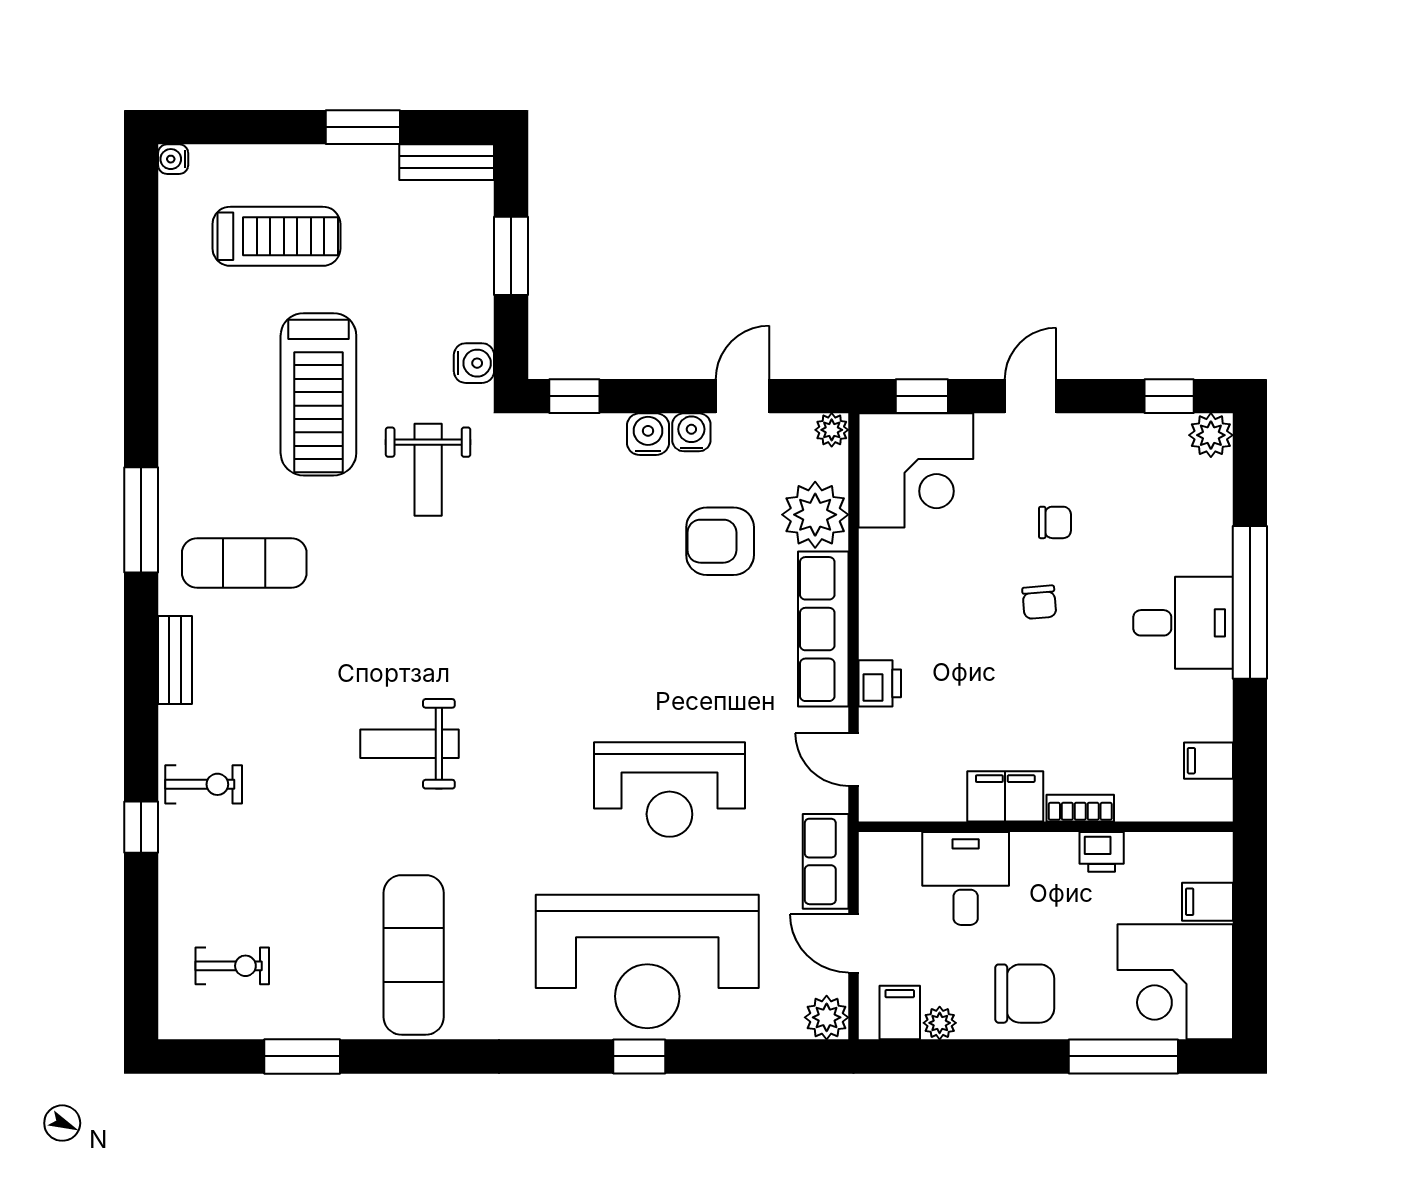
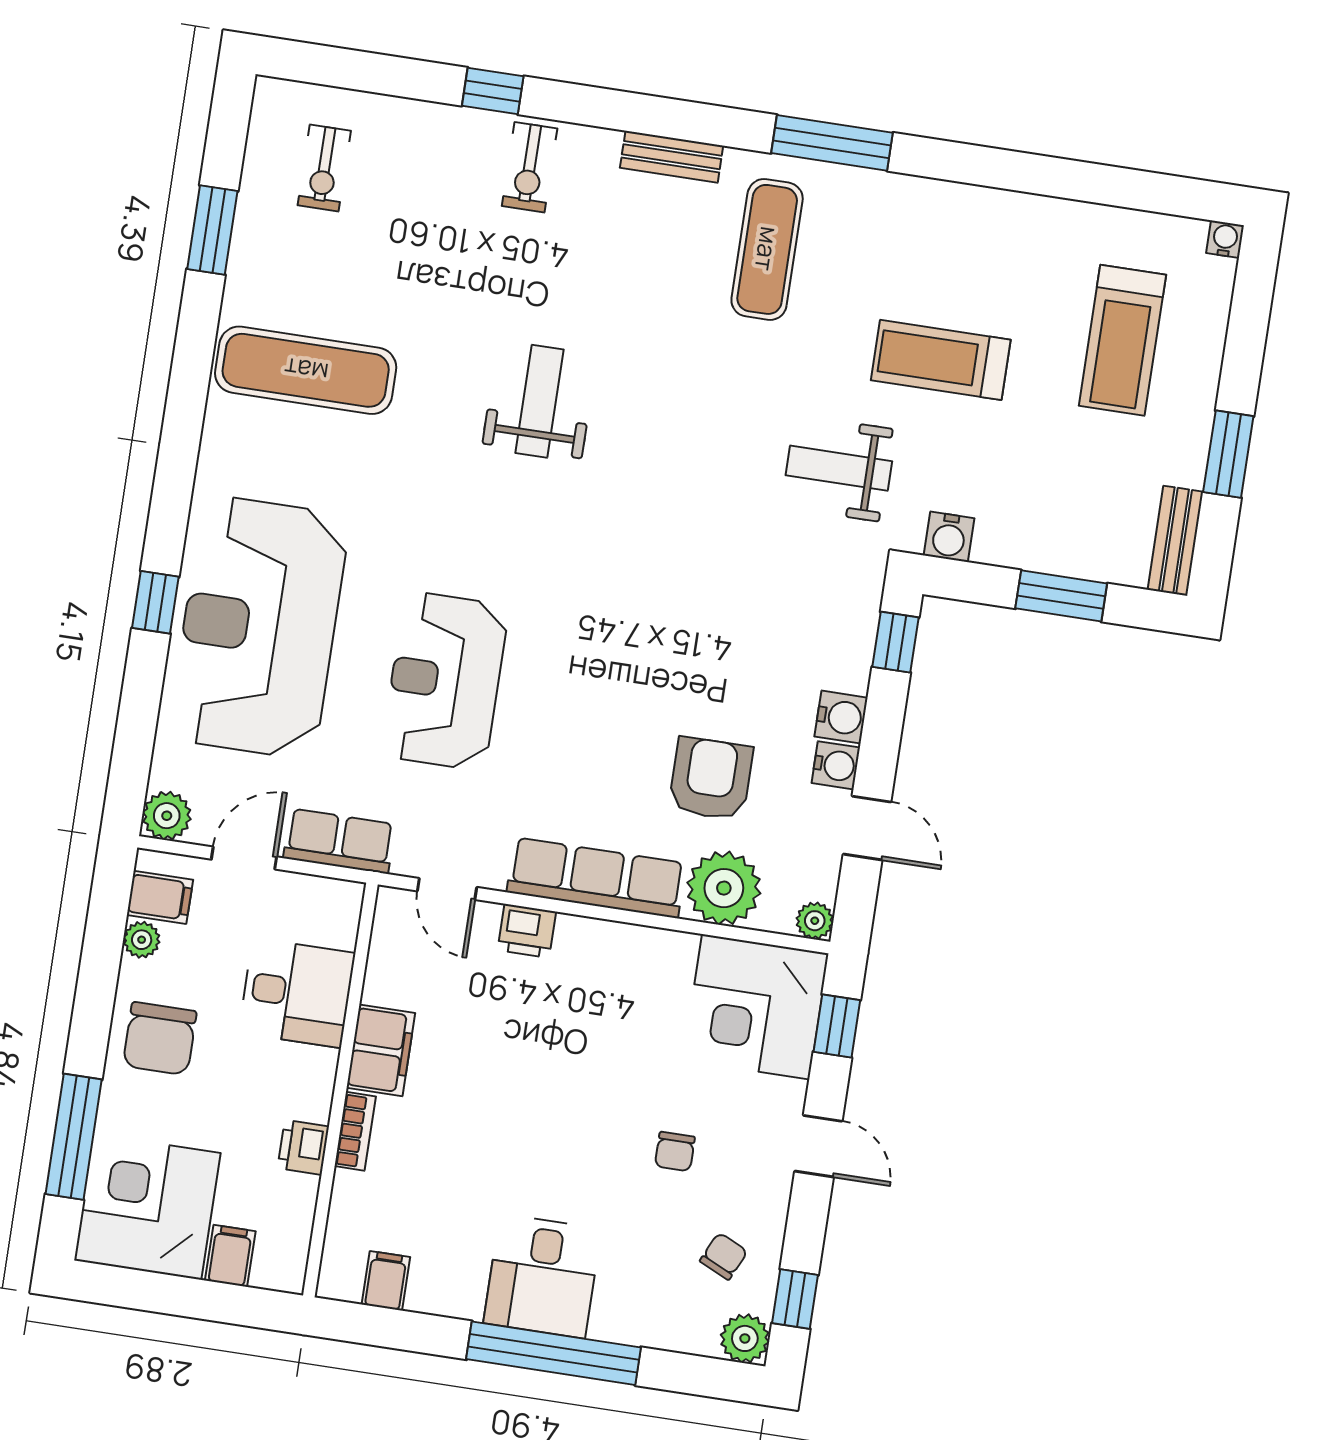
treadmill: (318, 394) -> (941, 360), width x0.73, depth x0.73
chair: (1039, 602) -> (724, 1256), moved, turned 120
door: (854, 760) -> (447, 889), swing flipped

